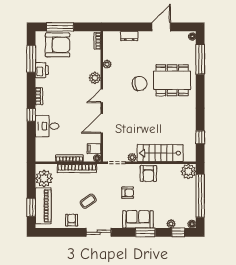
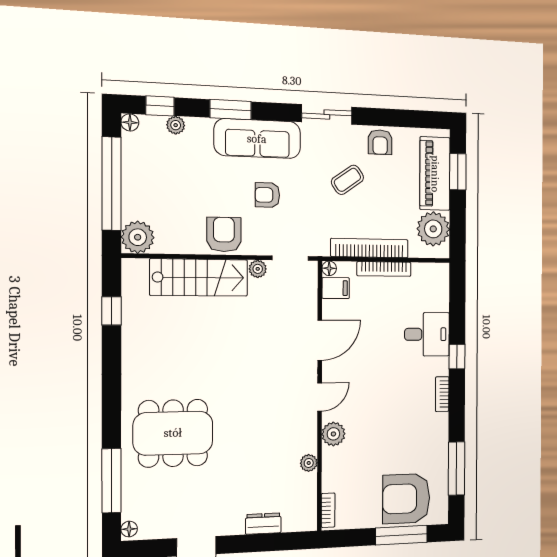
printer: (42, 70) -> (437, 447), removed
chair: (139, 84) -> (242, 425), removed
sofa: (138, 219) -> (257, 139), width x1.36

